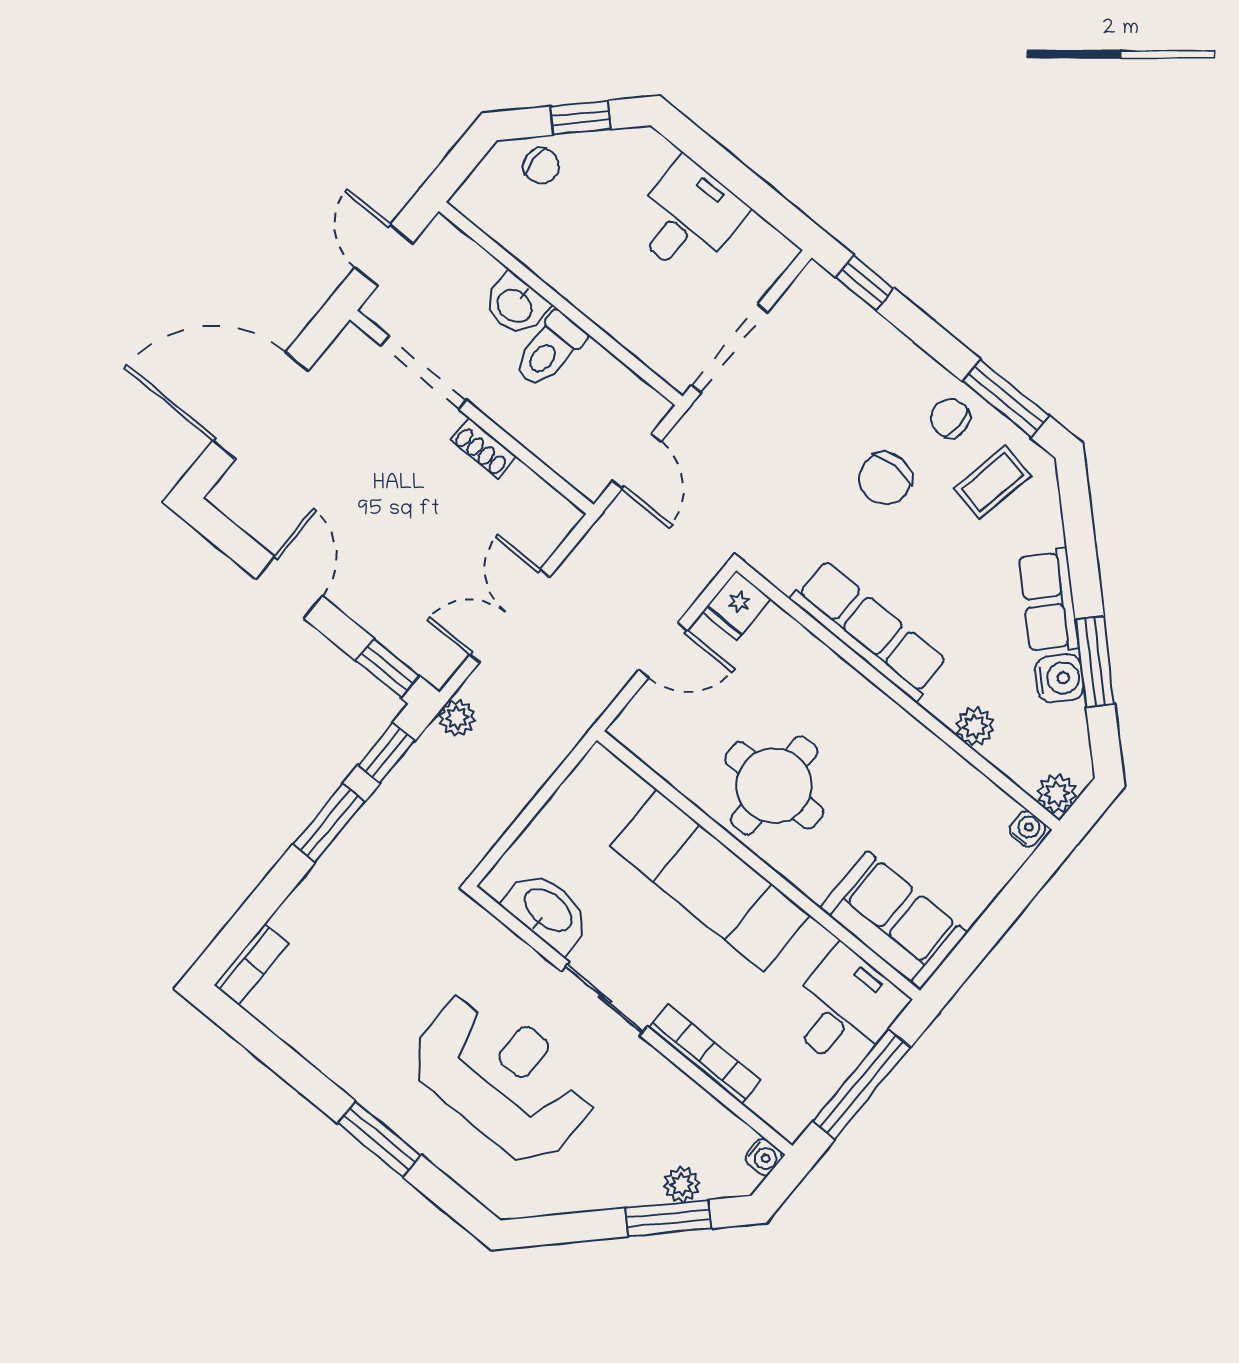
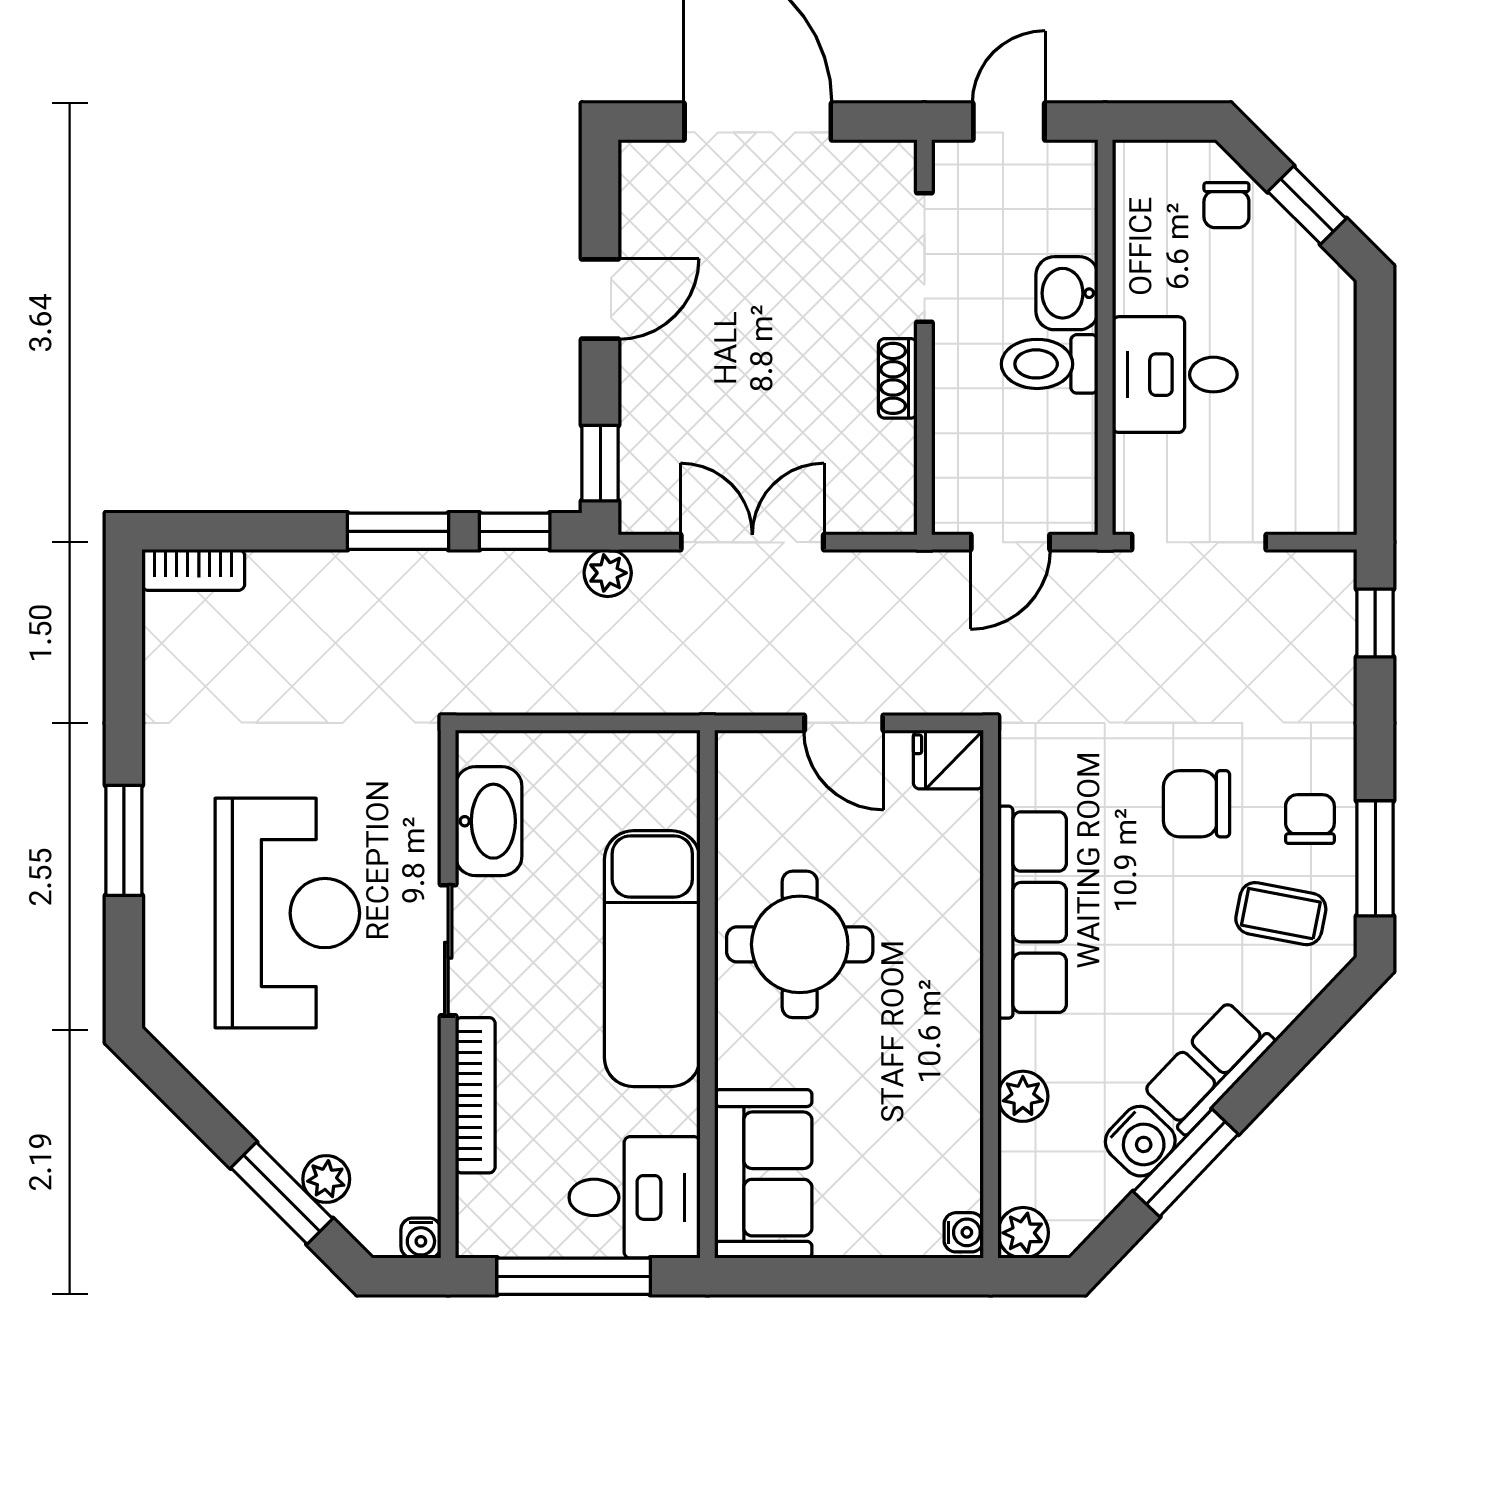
desk: (687, 218) -> (1175, 375), moved, turned 180

